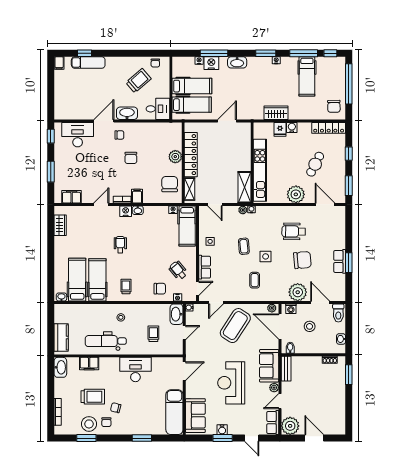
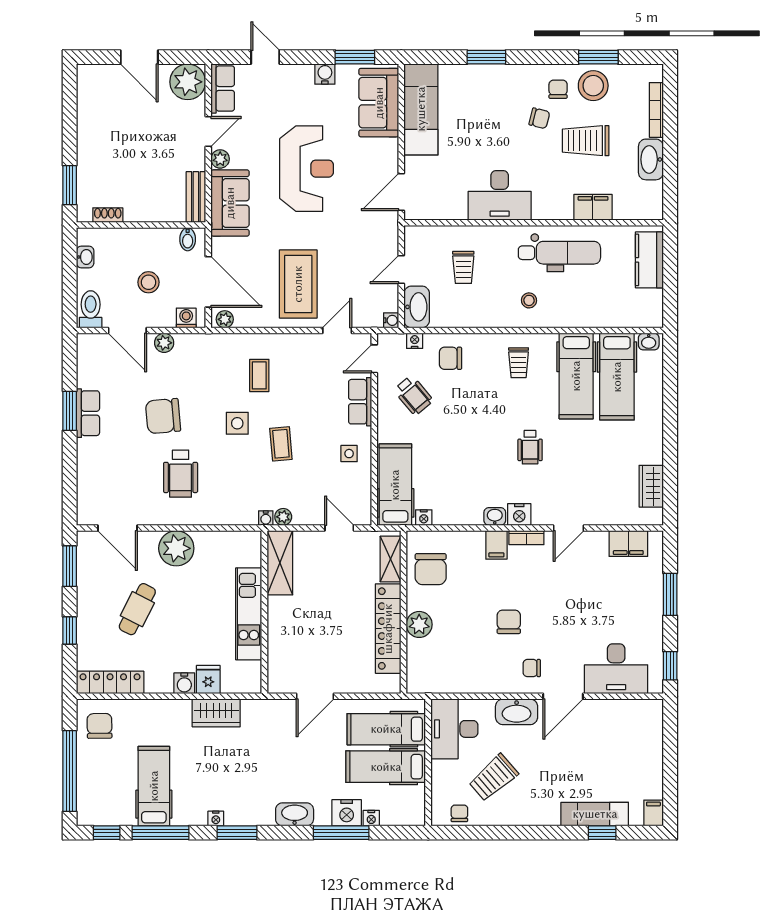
desk: (158, 109) -> (454, 729), width x1.37
kitchen unit: (260, 170) -> (249, 614), width x0.73
wheelchair: (294, 231) -> (181, 474), turned 89
plant: (298, 292) -> (164, 343), width x0.53, depth x0.53
coffee table: (235, 326) -> (298, 284), turned -33
washbasin: (60, 367) -> (651, 159), moved
window: (223, 438) -> (355, 57), moved

